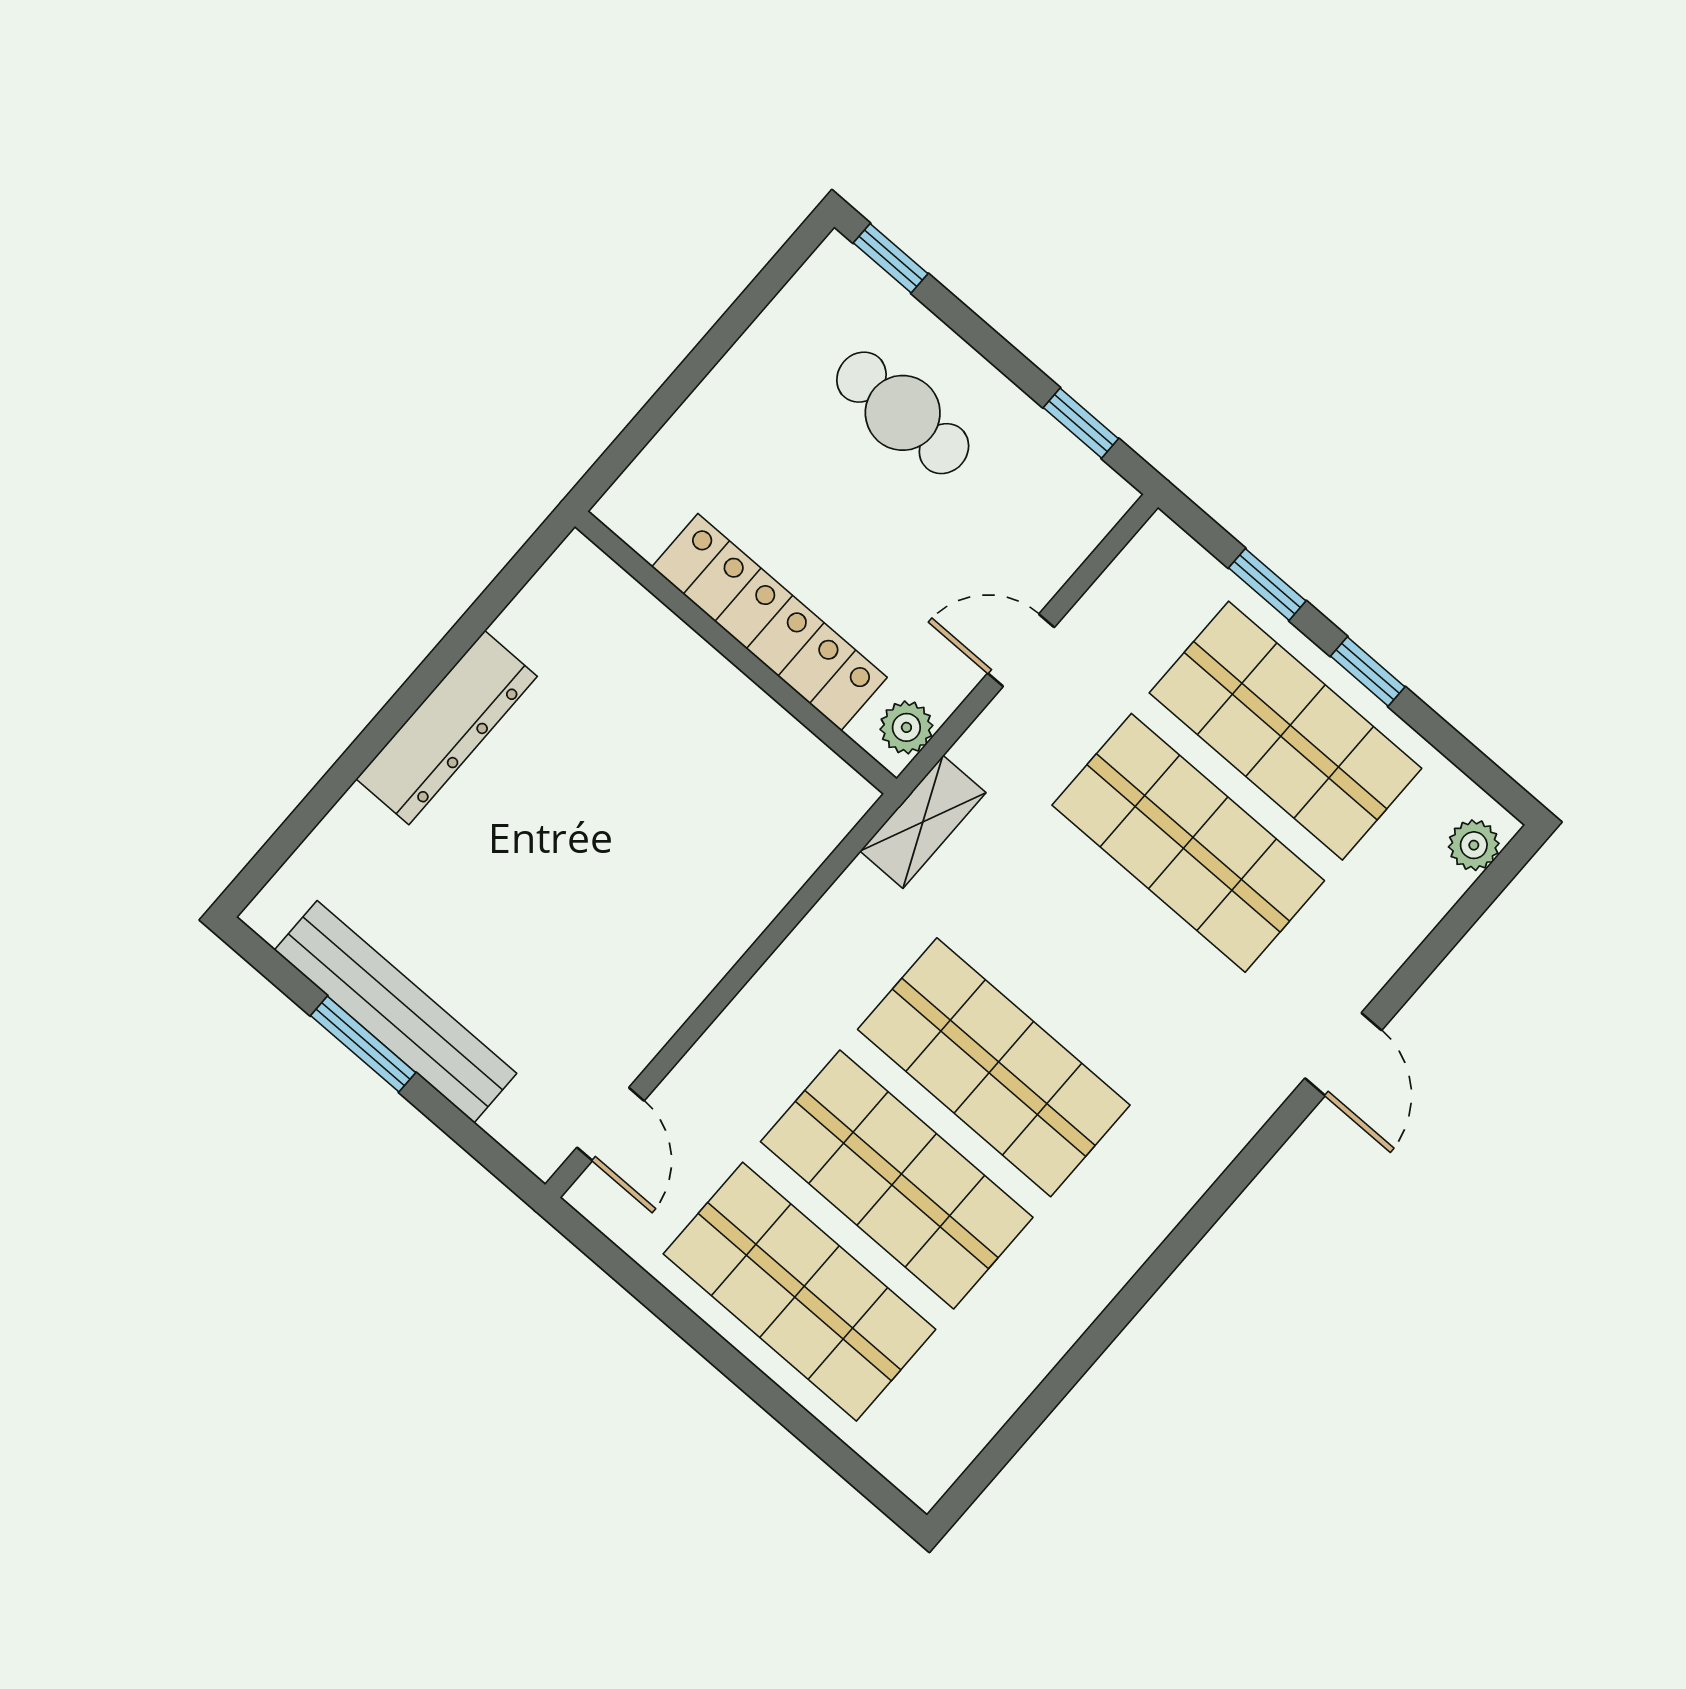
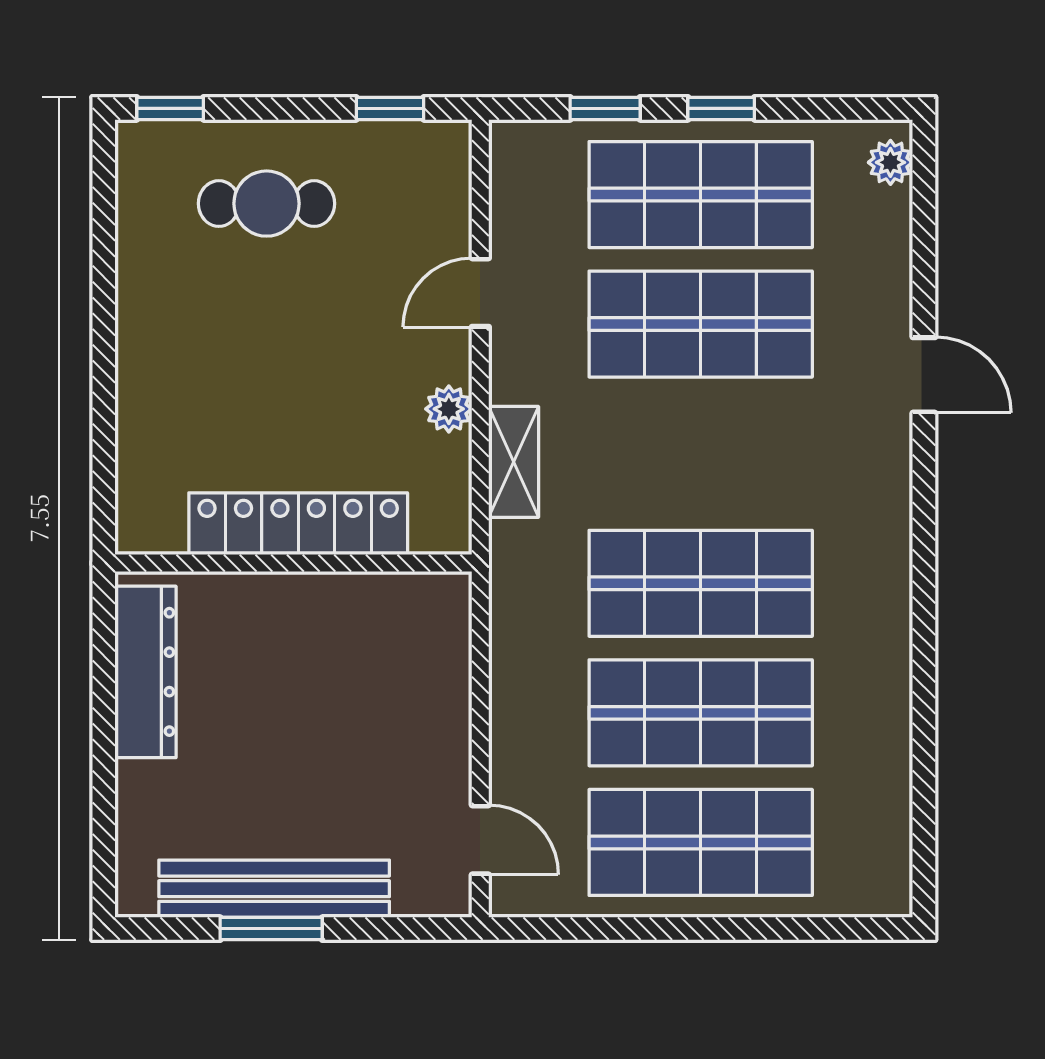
locker: (769, 622) -> (298, 524), moved
wall: (736, 653) -> (293, 563), moved

